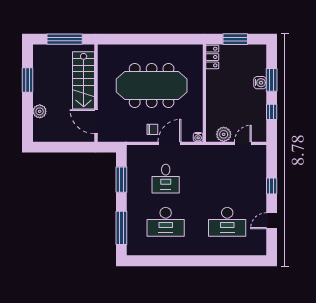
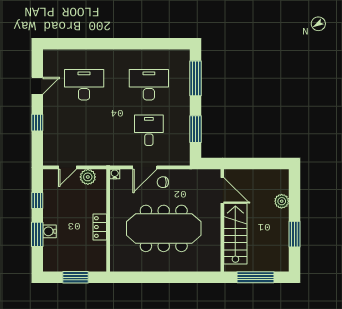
locker: (212, 57) -> (100, 227), moved

